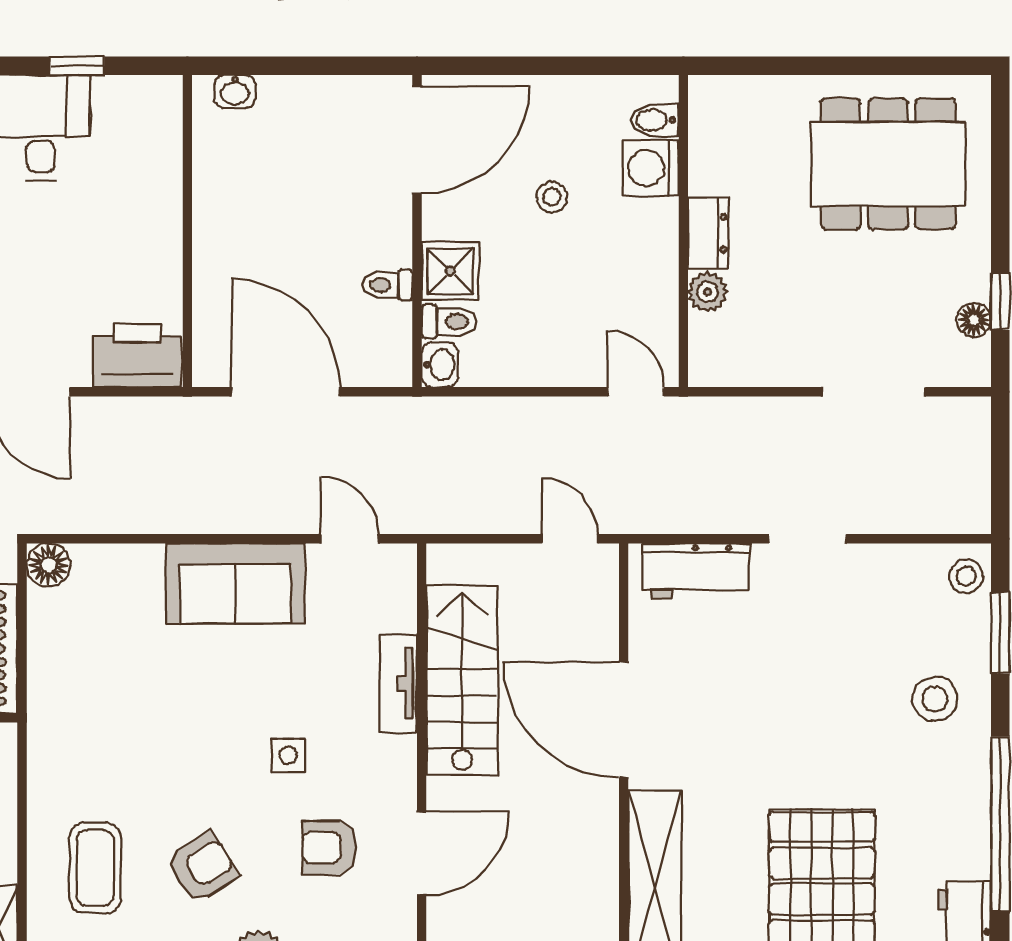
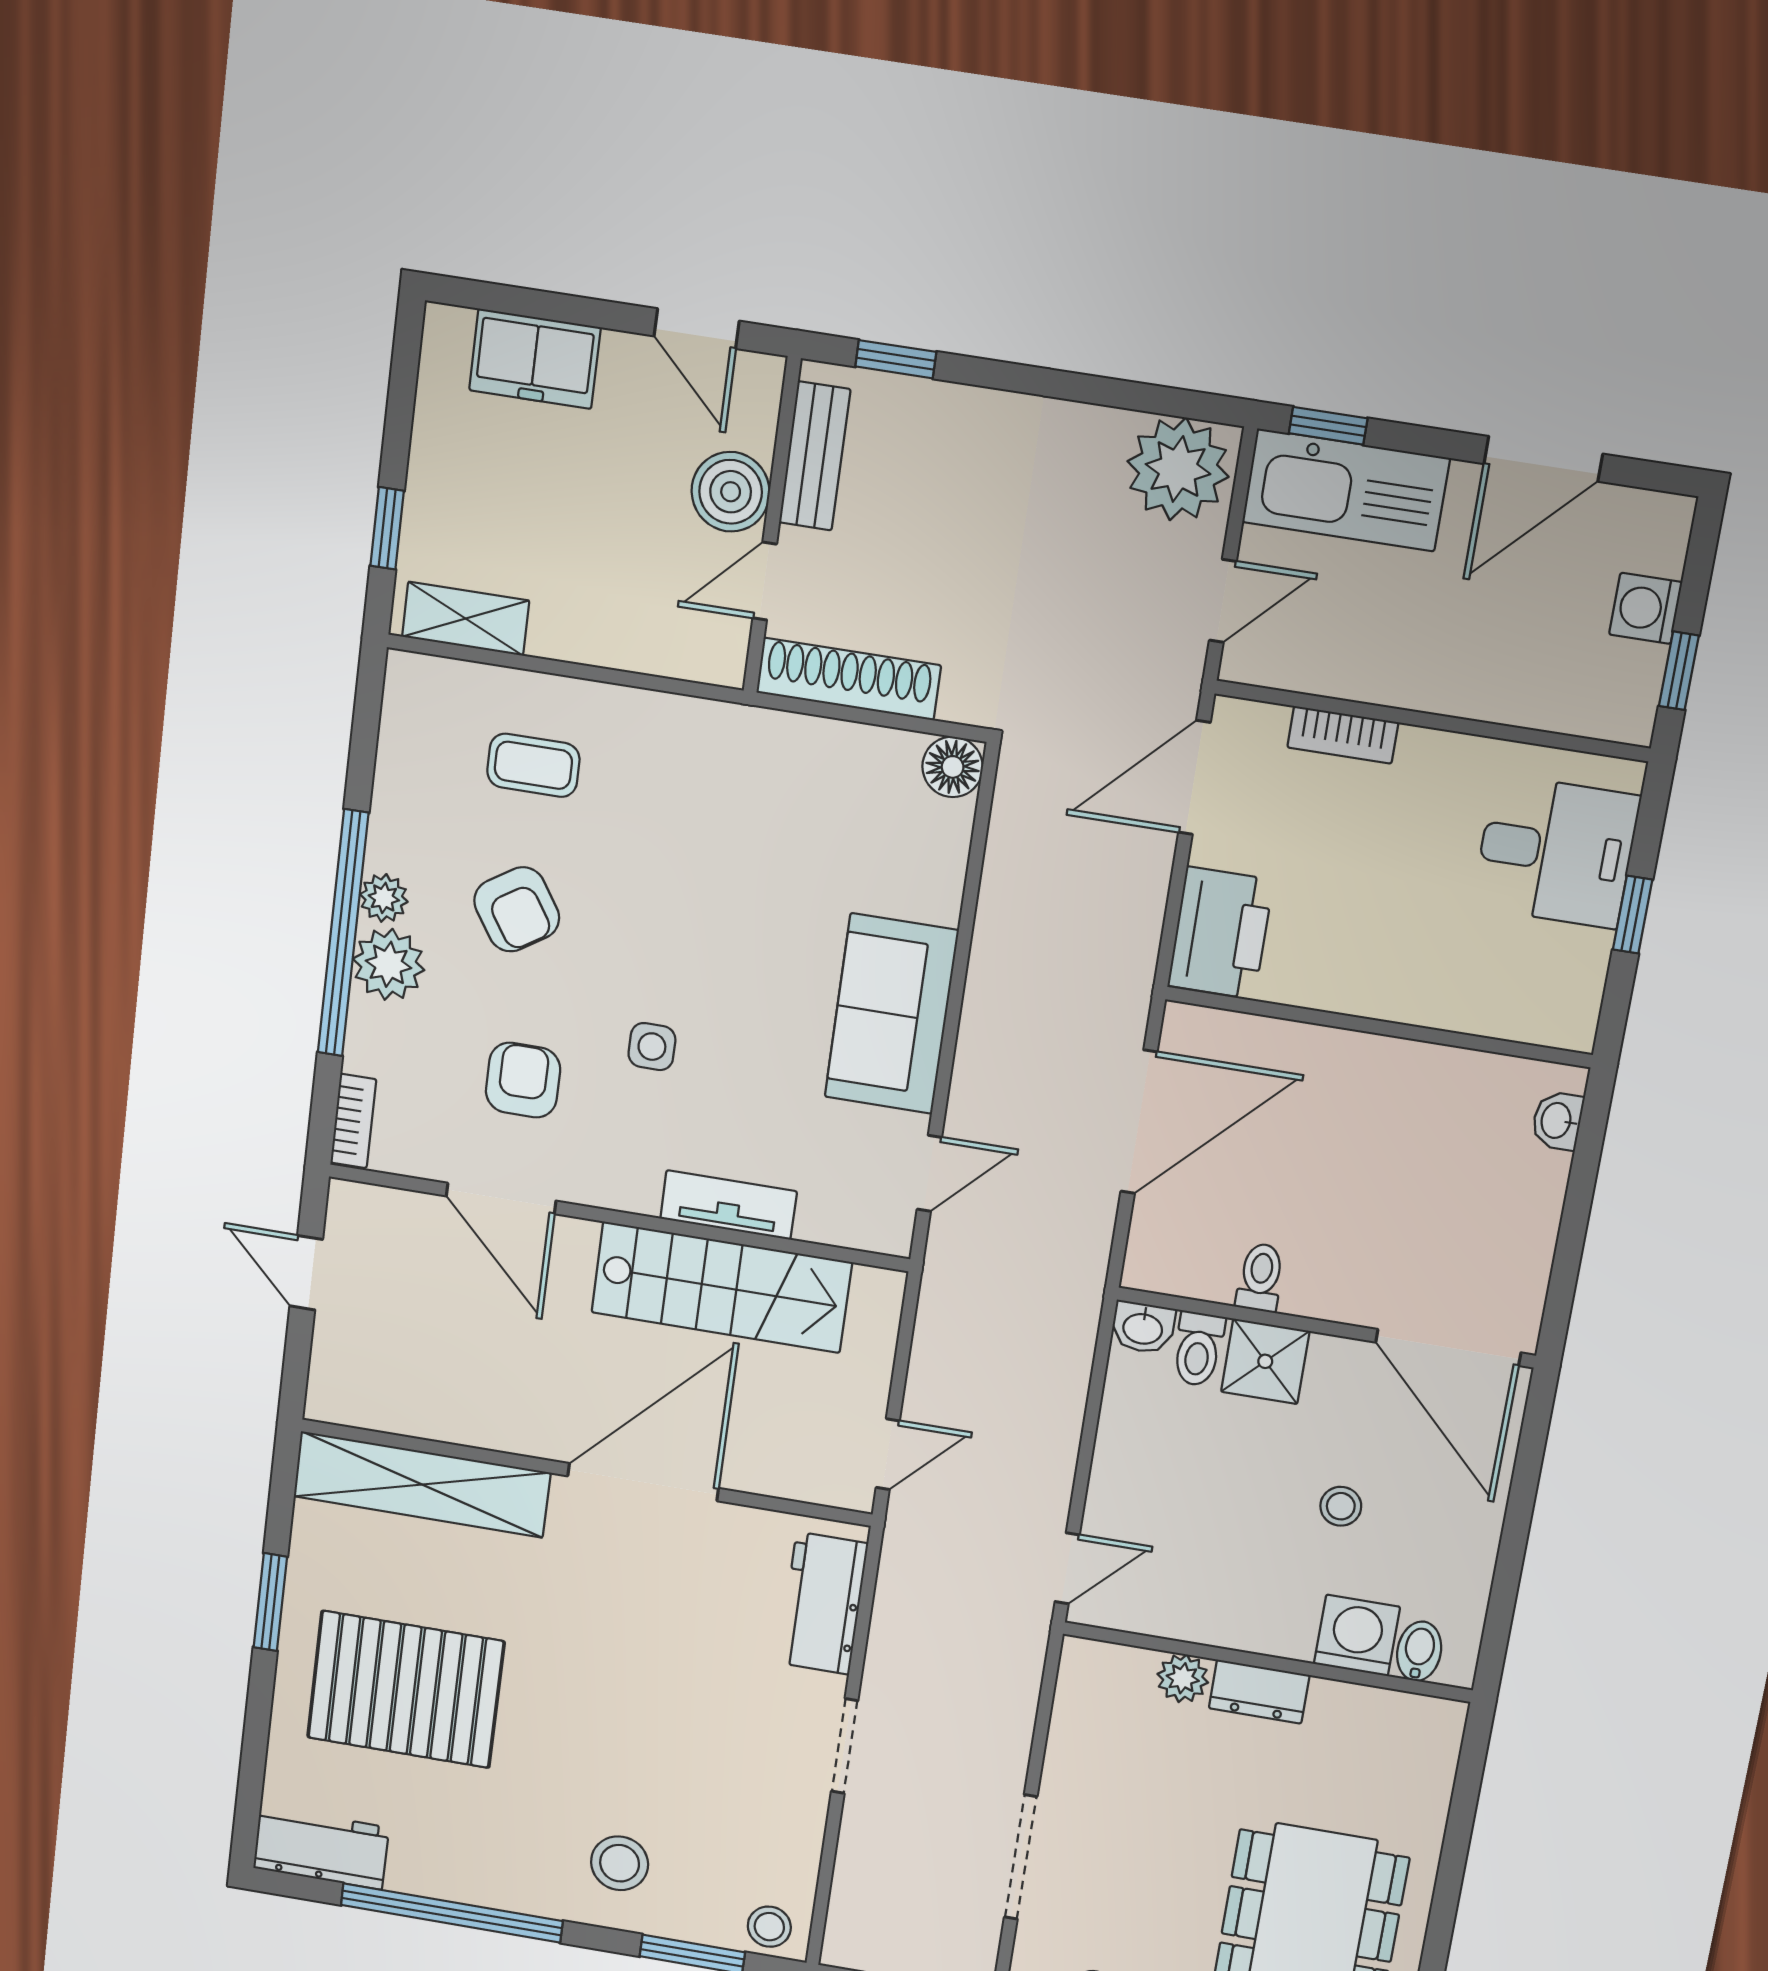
coffee table: (95, 868) -> (533, 765), width x0.73, depth x0.77

